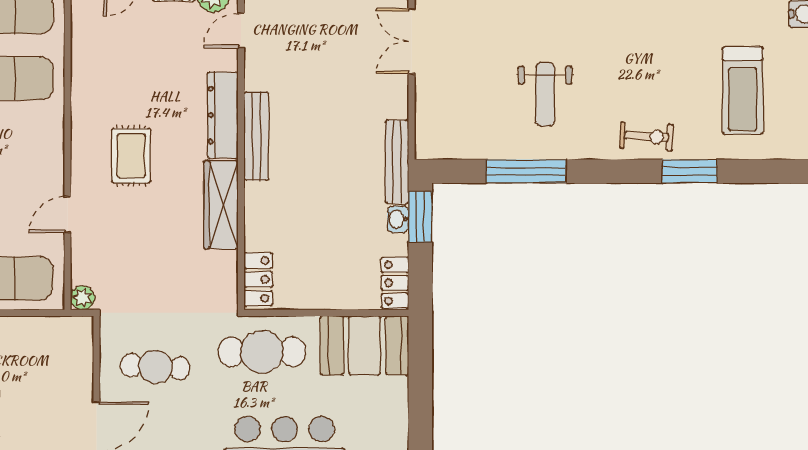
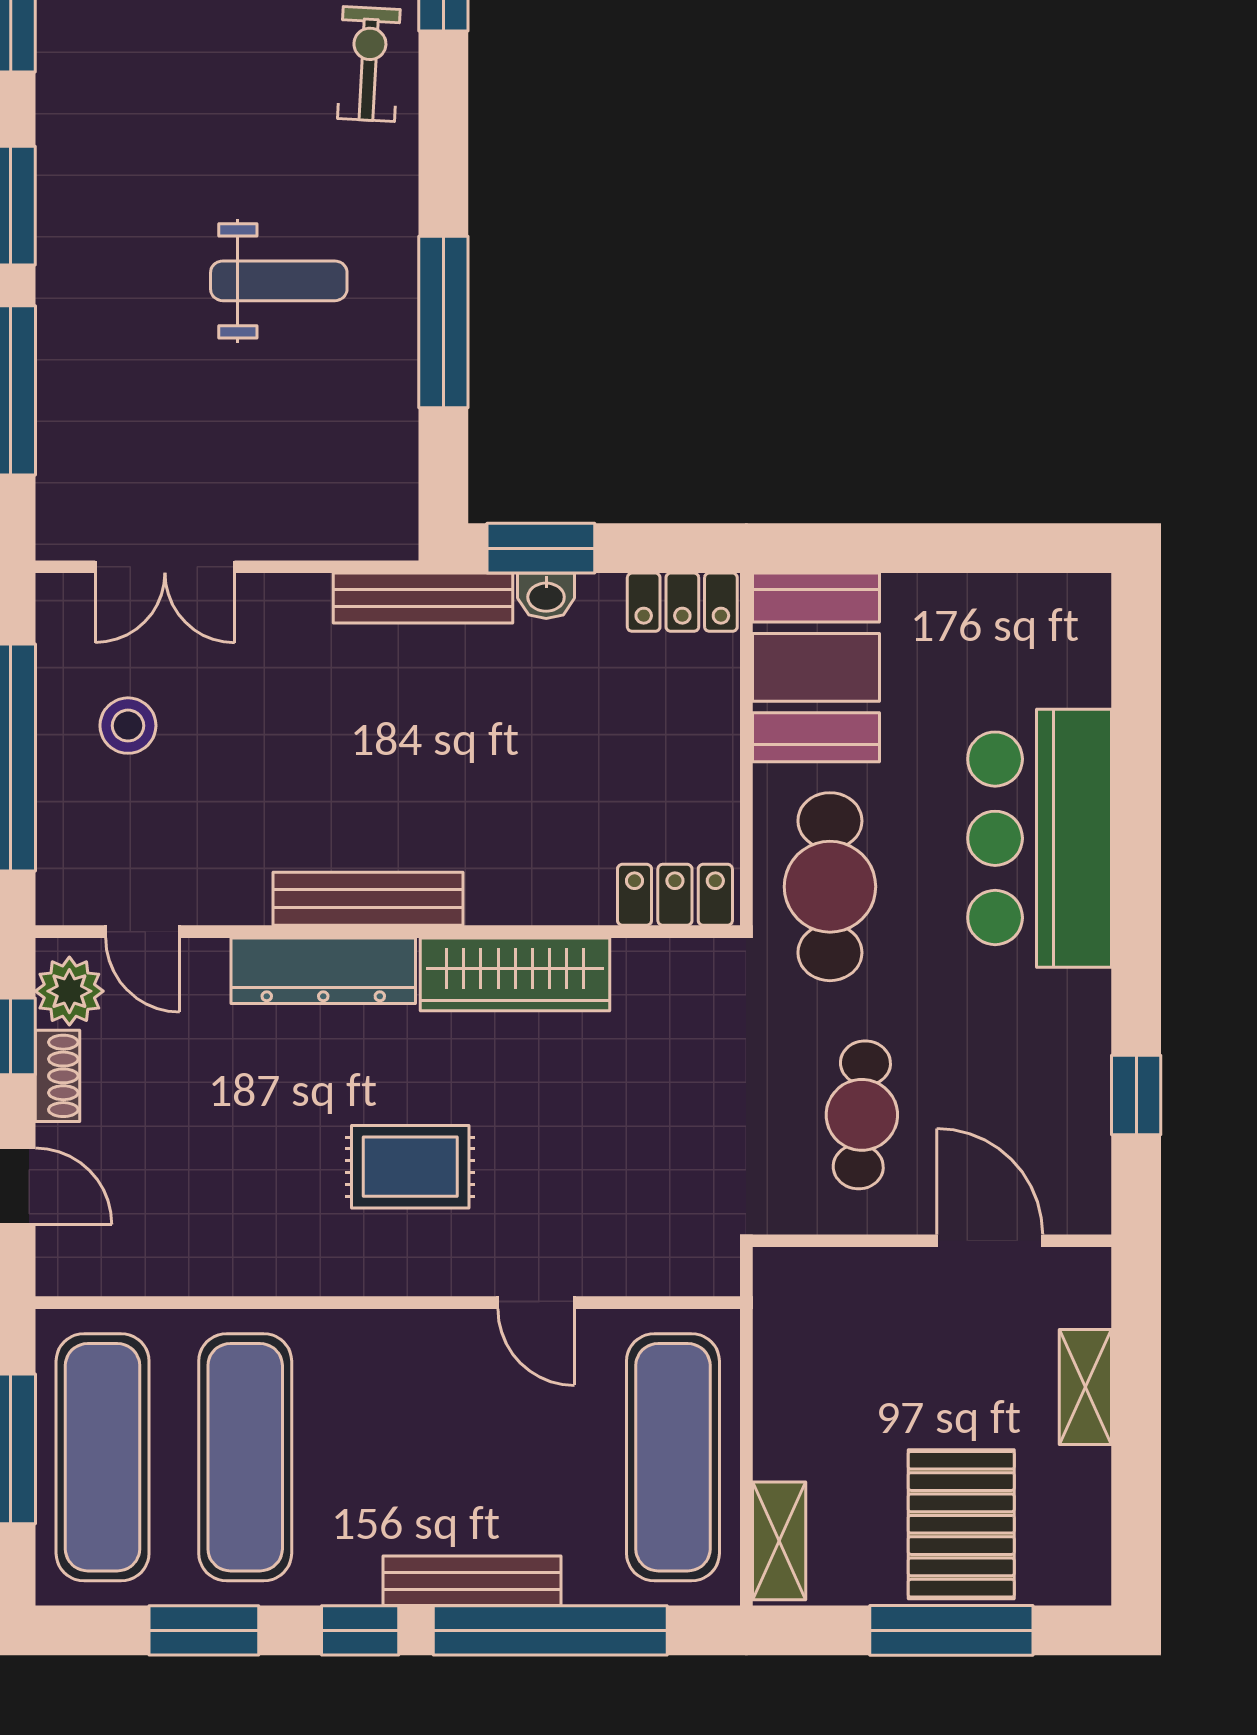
stool: (337, 24) -> (128, 726), added
plant: (83, 298) -> (714, 1271), removed

